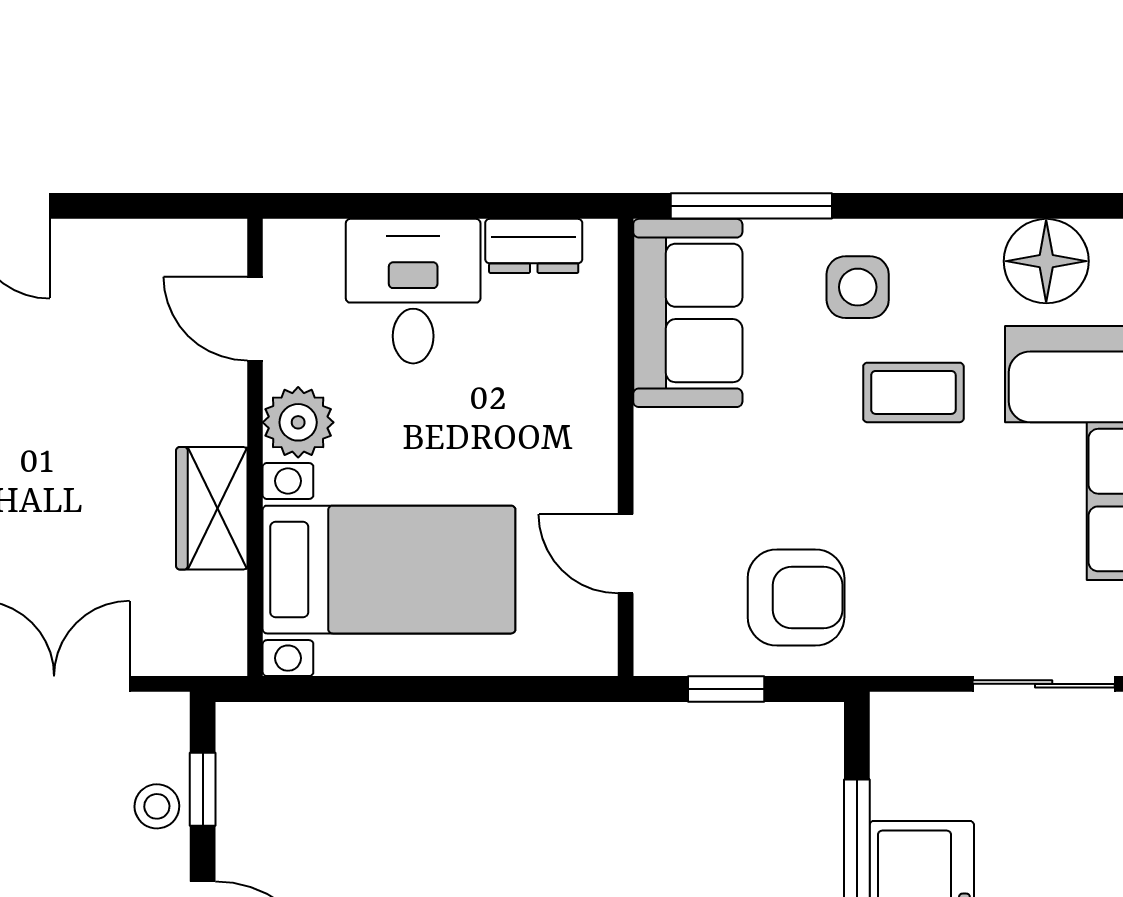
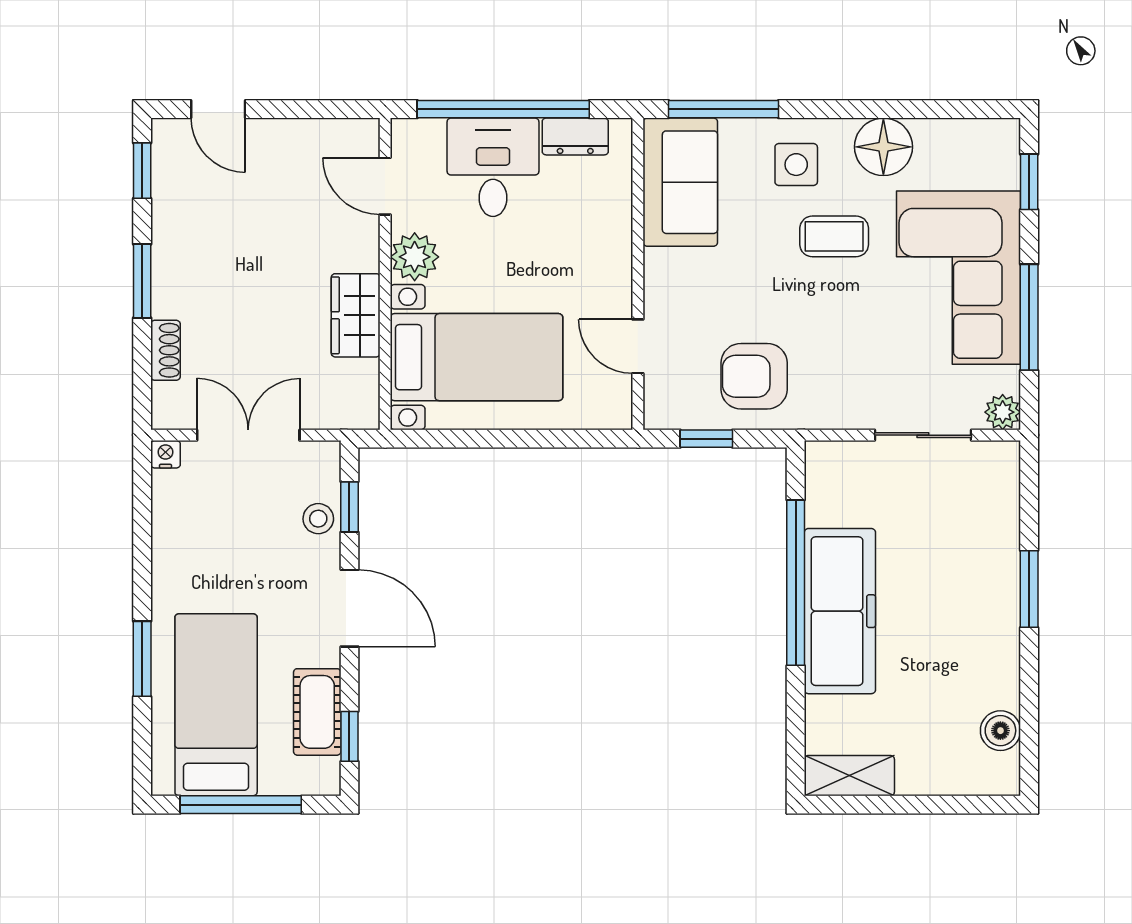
window: (428, 206) -> (503, 109), added
floor lamp: (1046, 261) -> (883, 147), moved
armchair: (796, 598) -> (754, 376), turned 180

